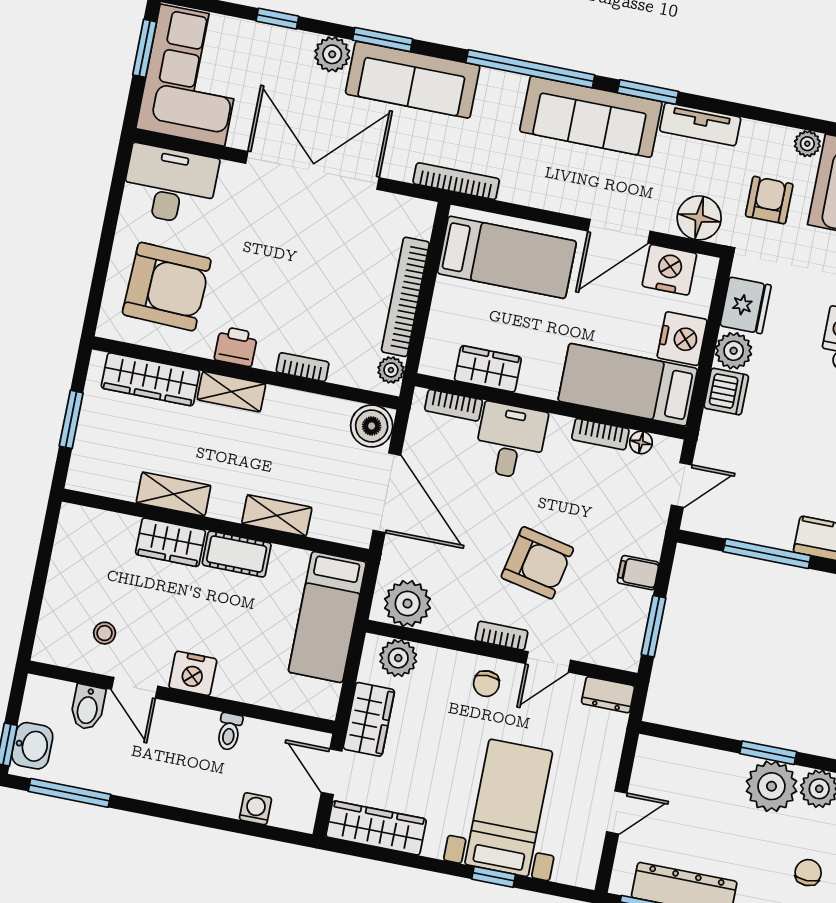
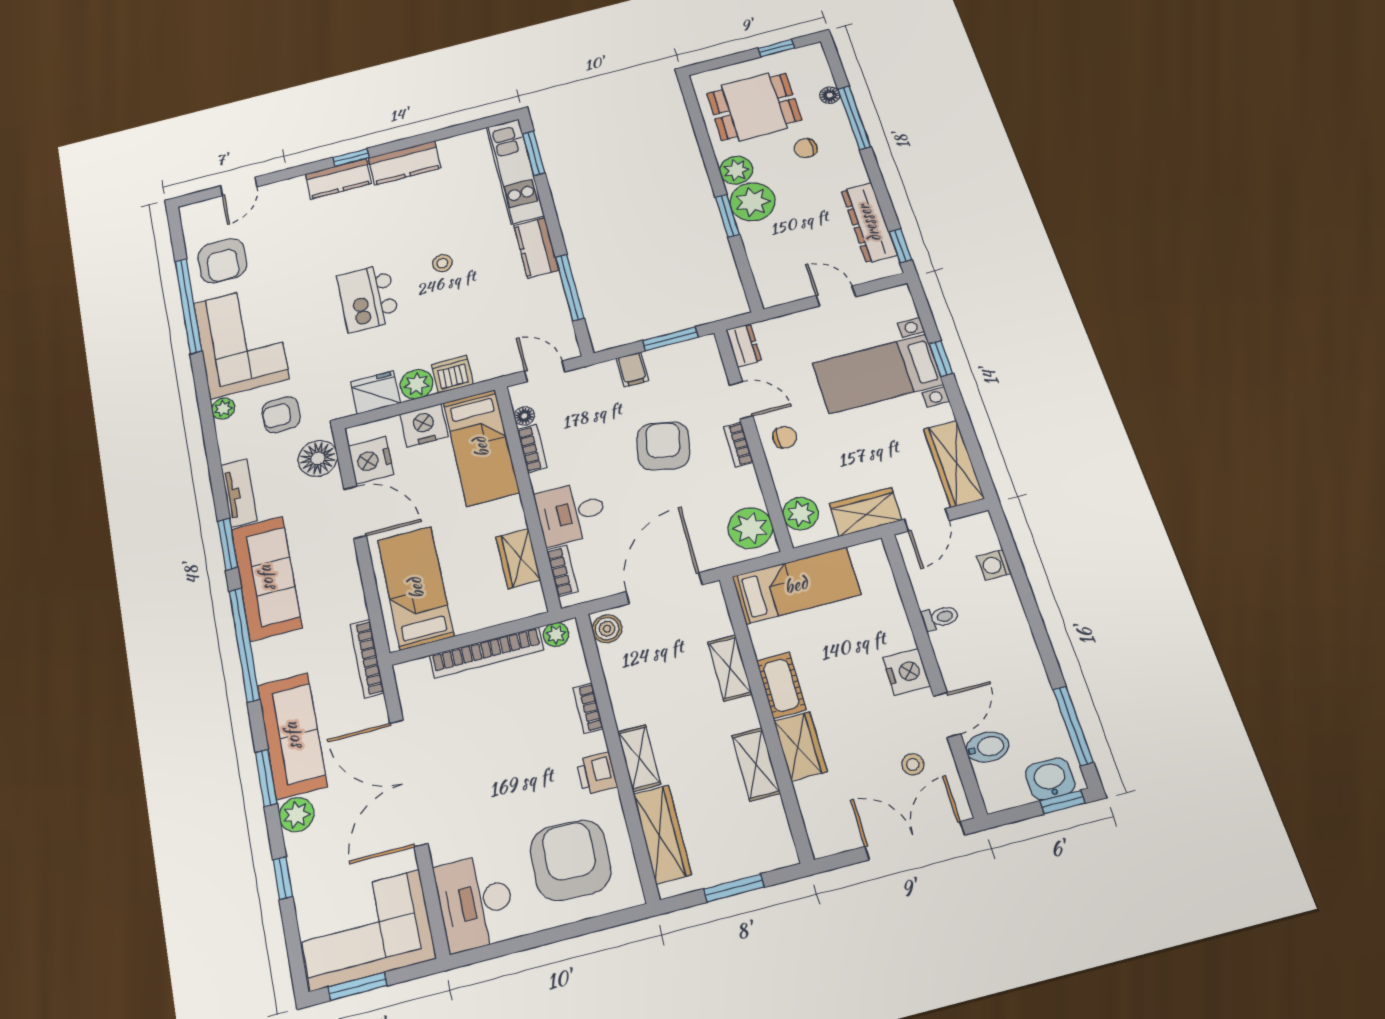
boiler: (372, 426) -> (607, 629), width x0.73, depth x0.73
double door: (36, 598) -> (915, 841), added

